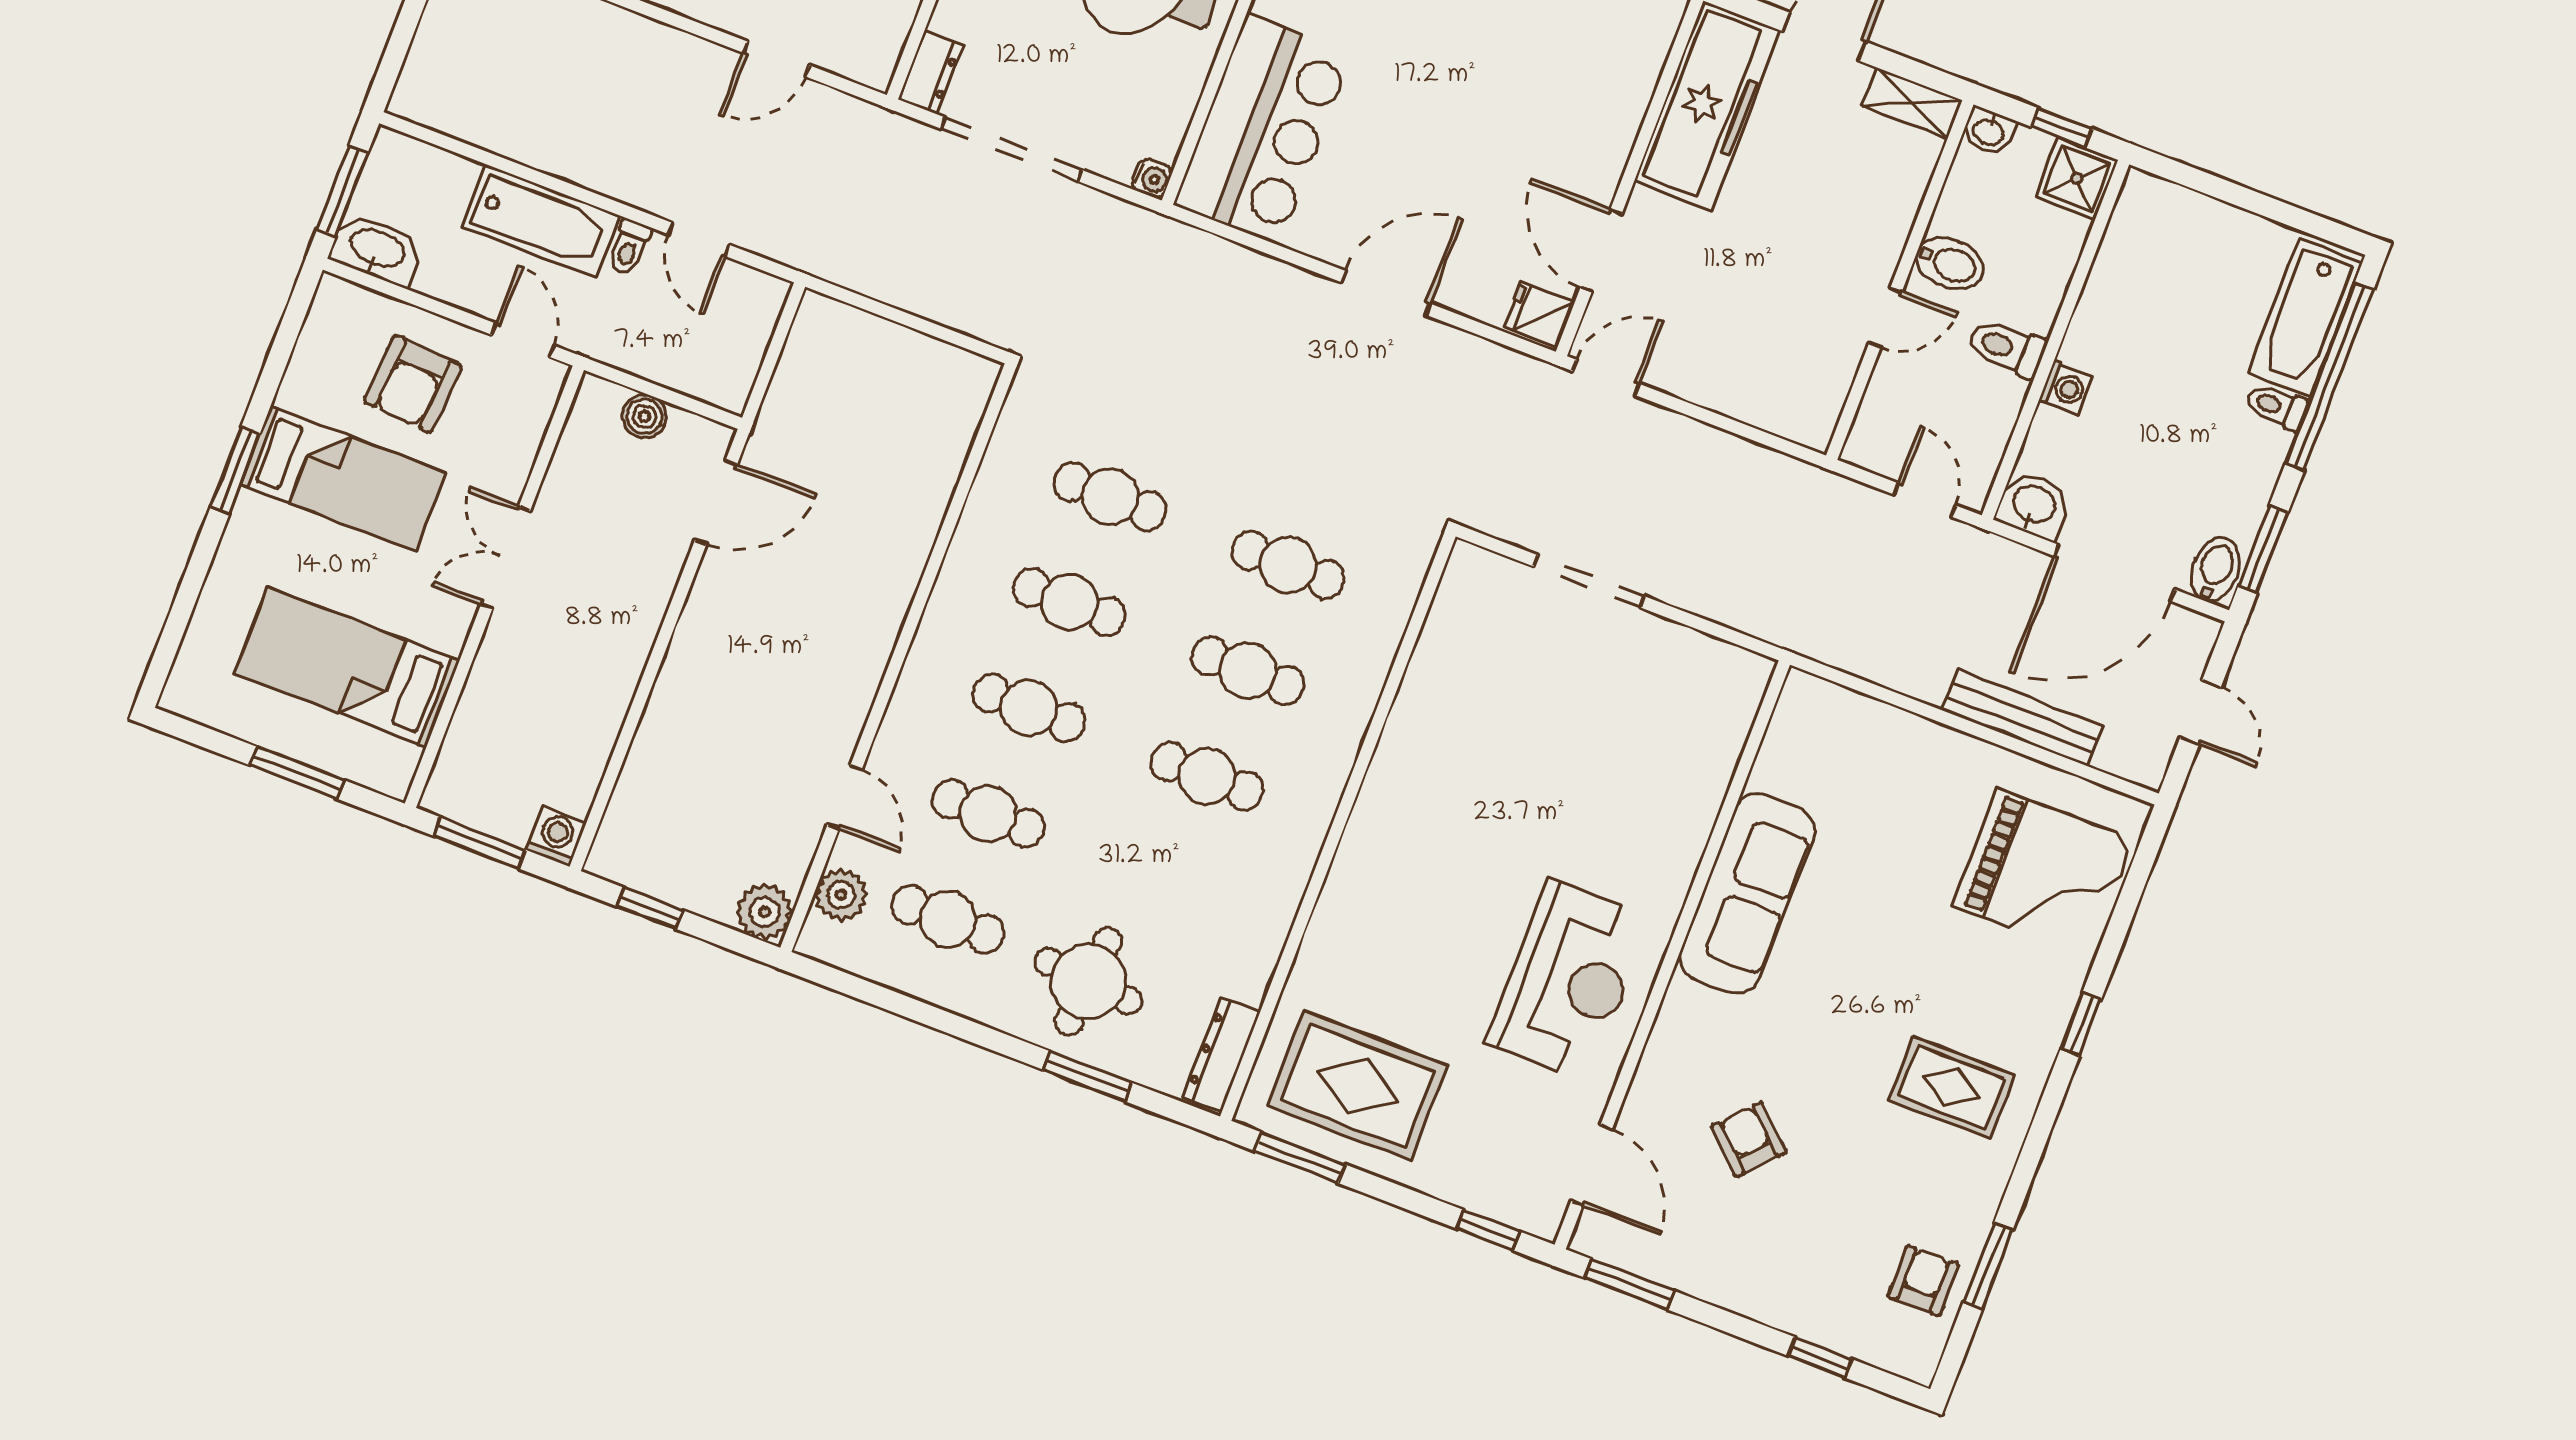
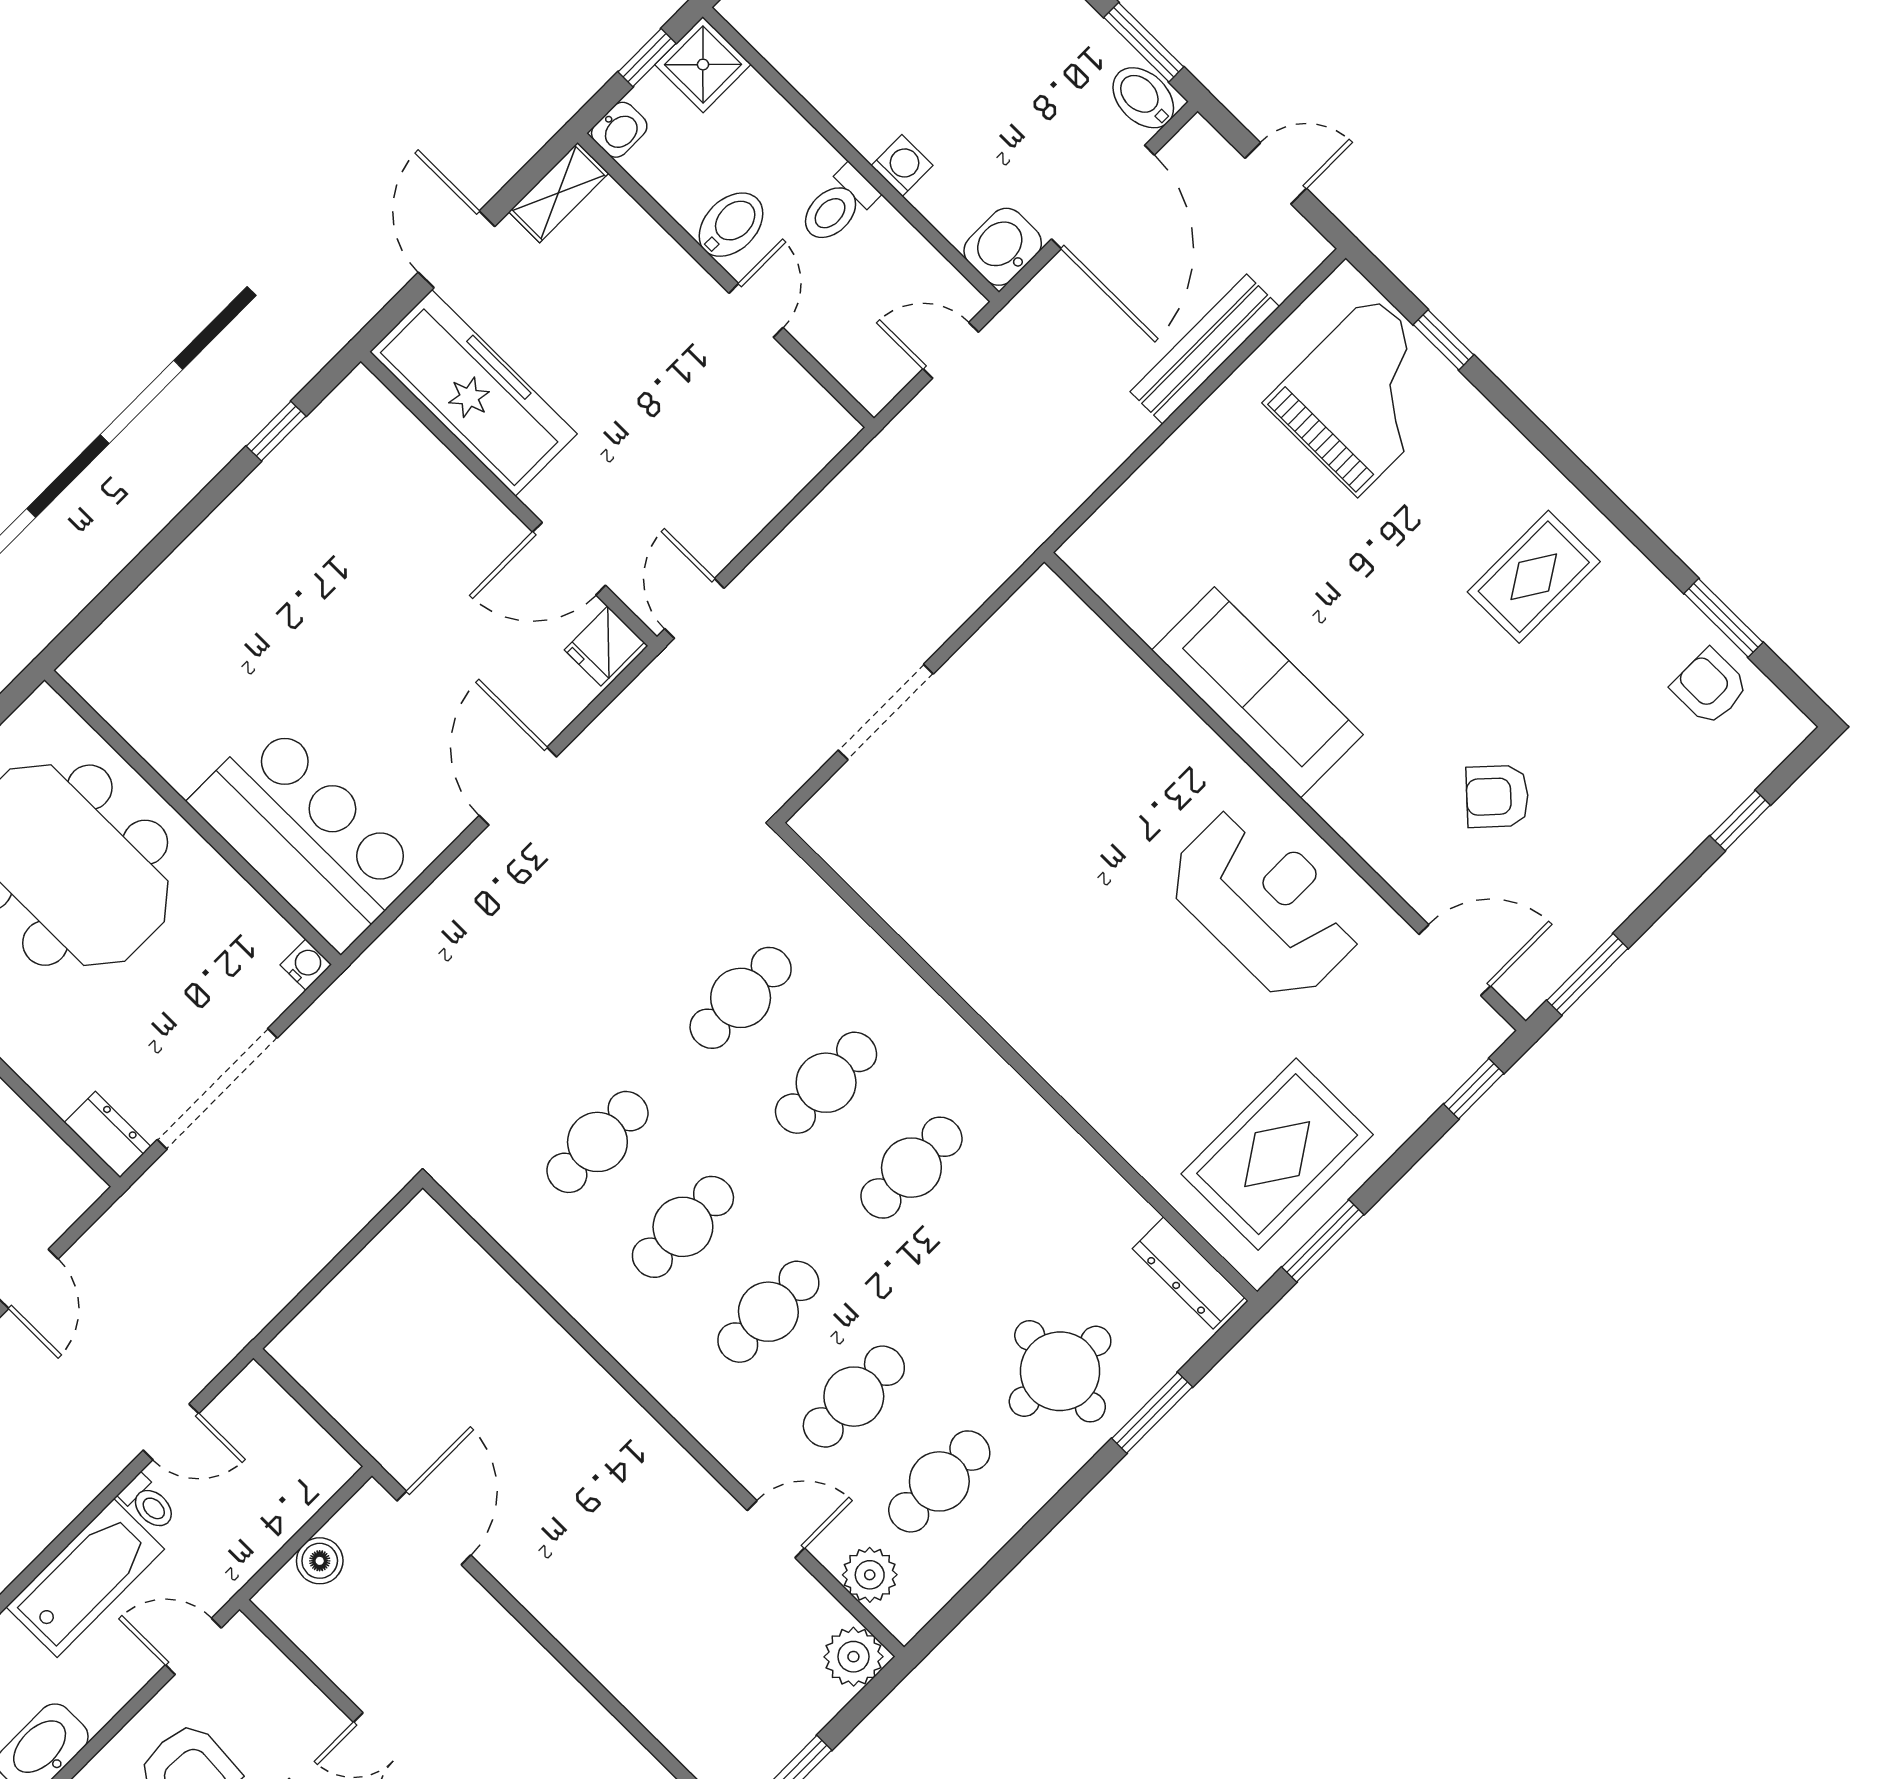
window: (2081, 1024) -> (1443, 340), moved

